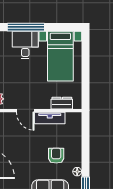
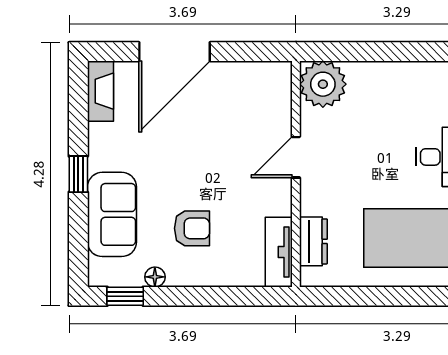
tv unit: (50, 118) -> (279, 252), moved

